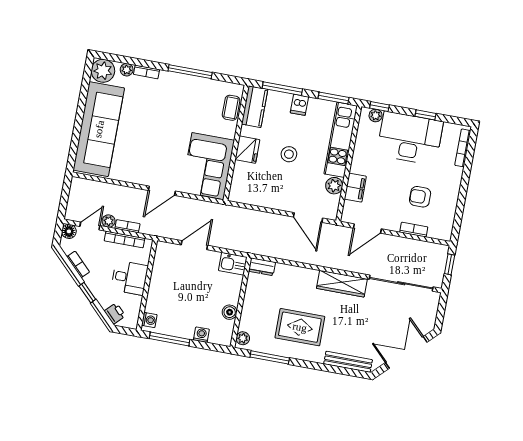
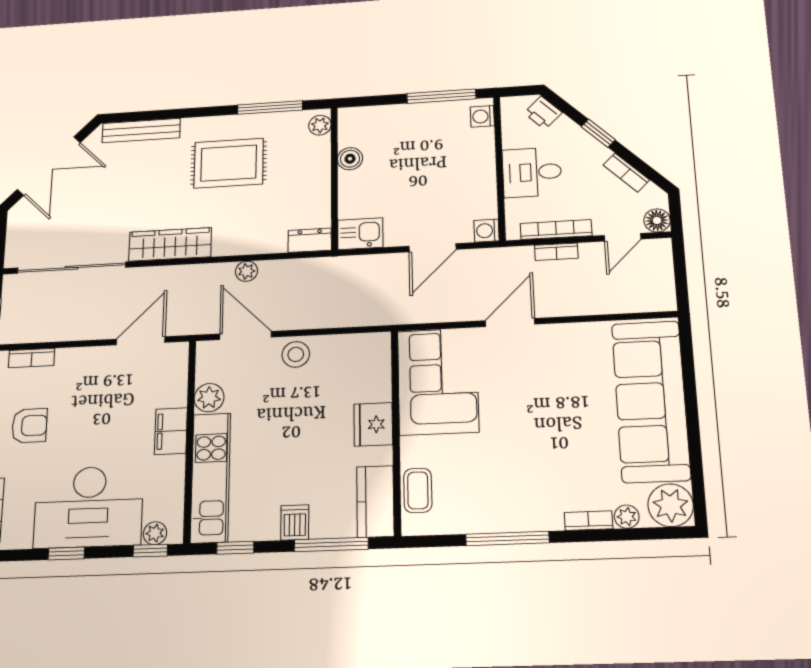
window: (333, 98) -> (235, 548), width x0.67
stool: (289, 154) -> (296, 354), moved
filing cabinet: (355, 188) -> (171, 431), moved
armchair: (420, 197) -> (29, 426), moved
plant: (109, 221) -> (246, 271), moved
bookcase: (414, 230) -> (32, 358), moved
washing machine: (201, 335) -> (486, 231), moved, turned 90

